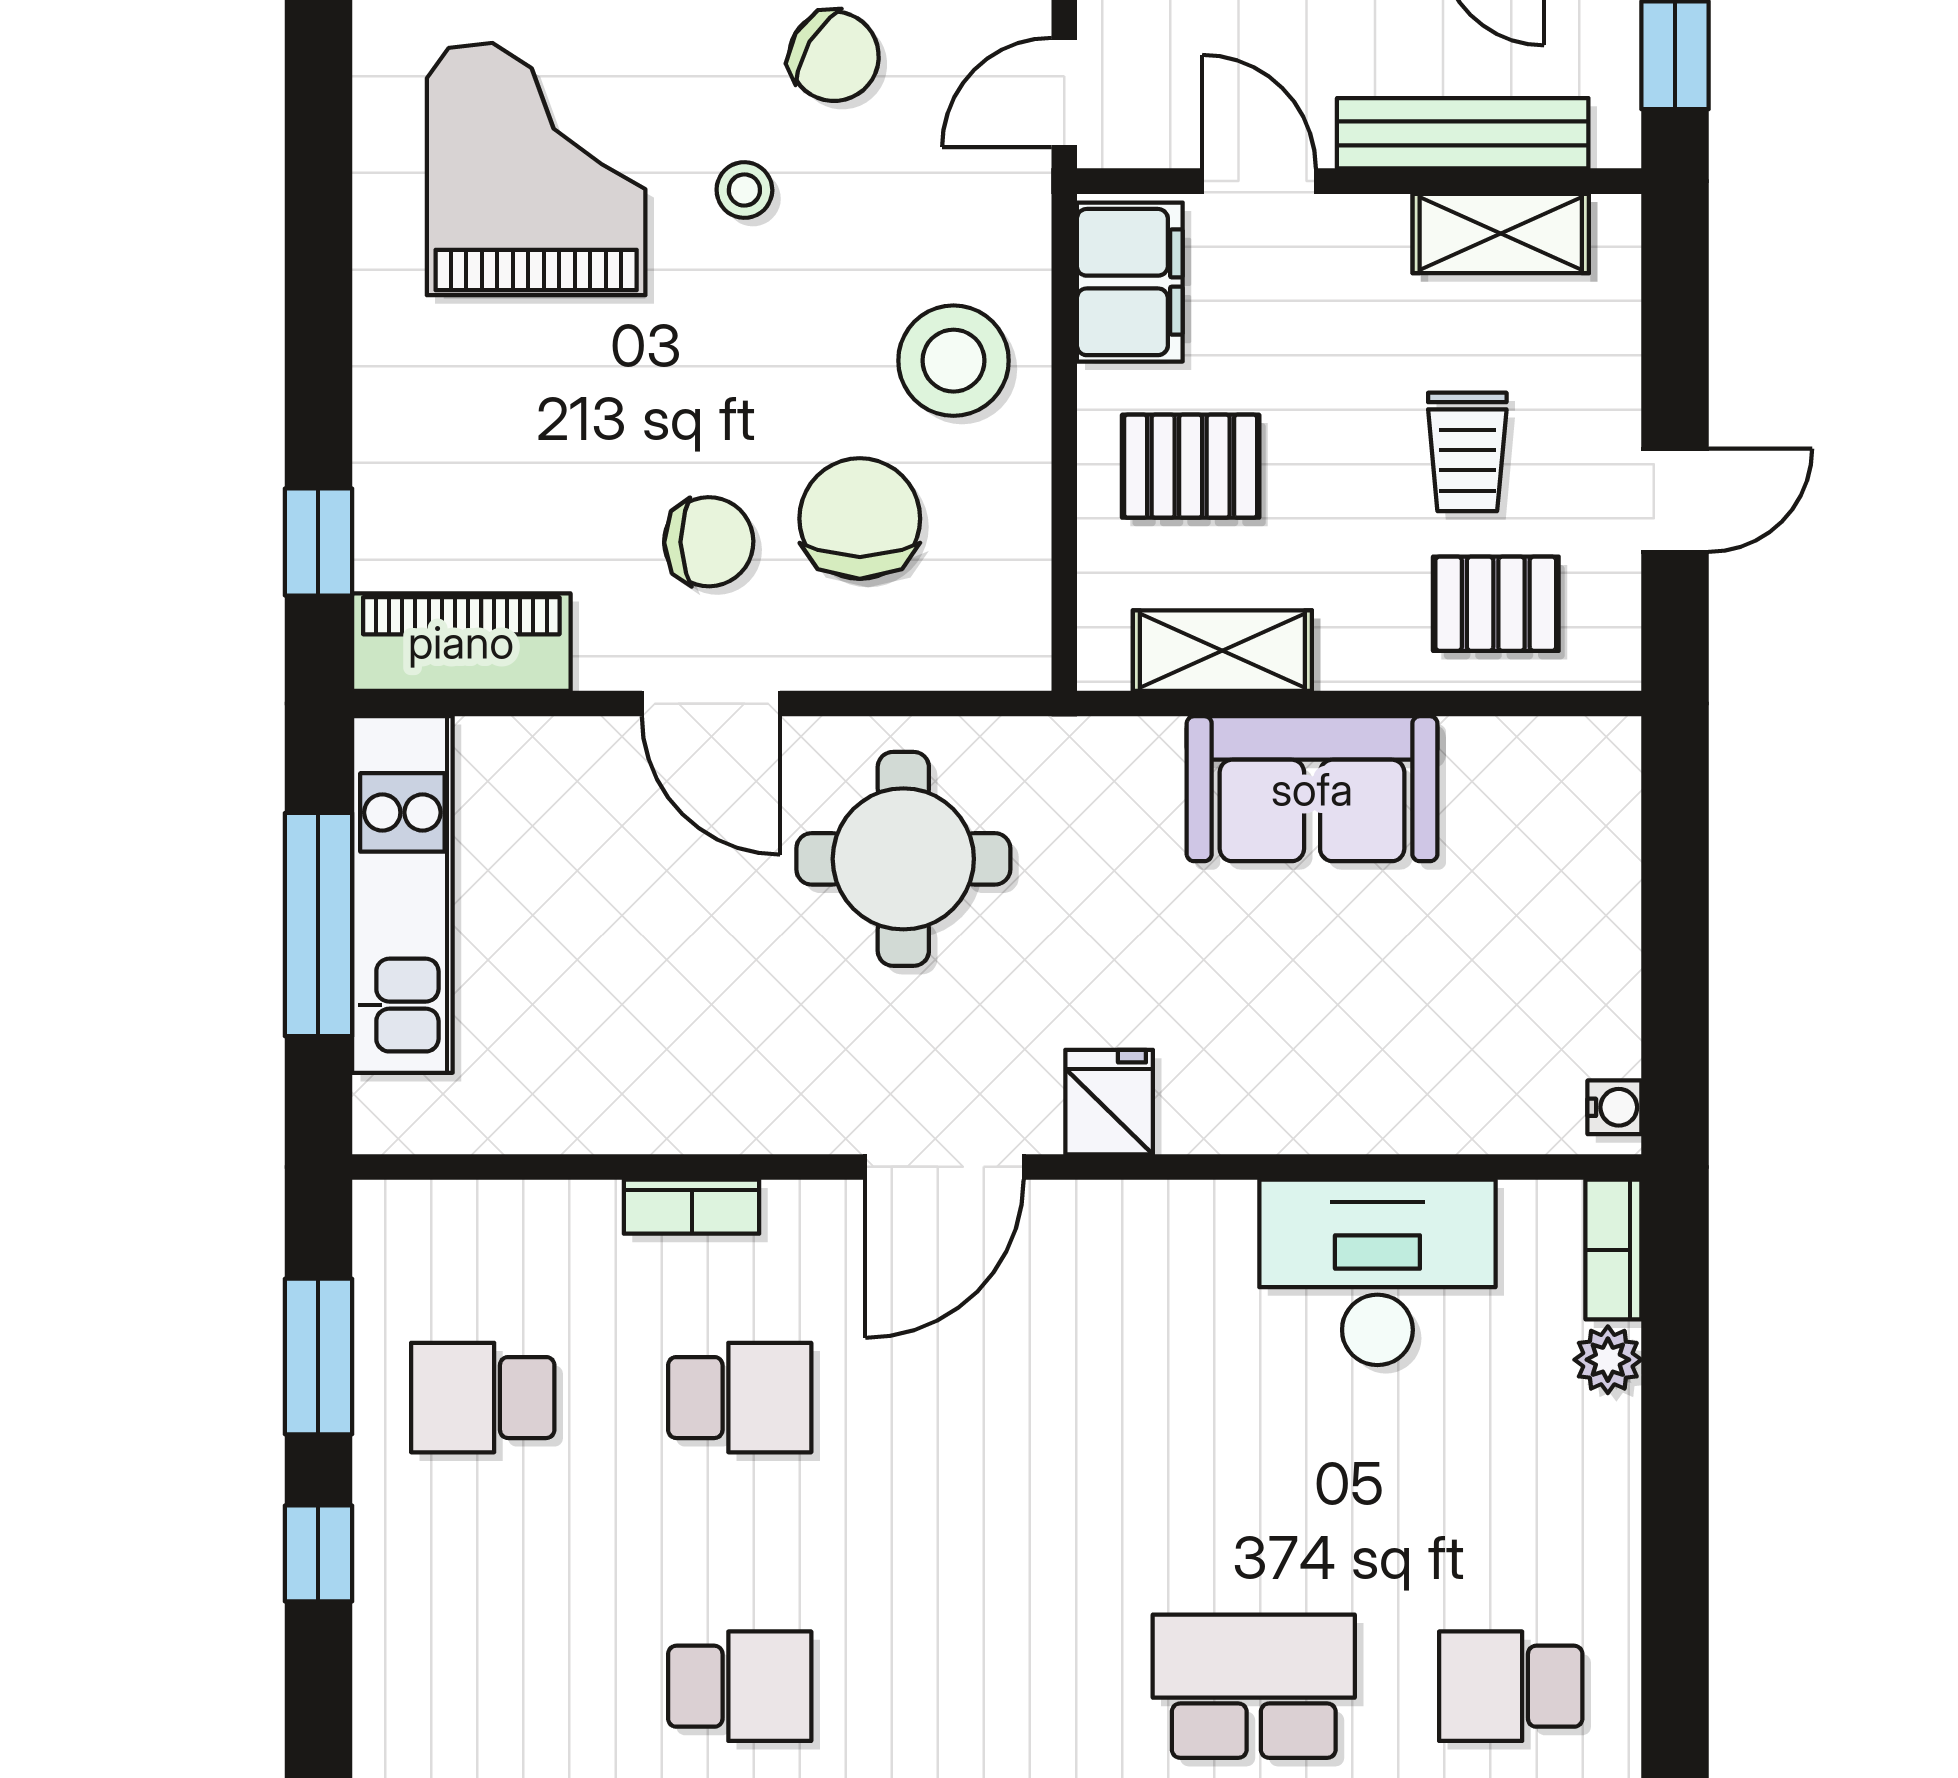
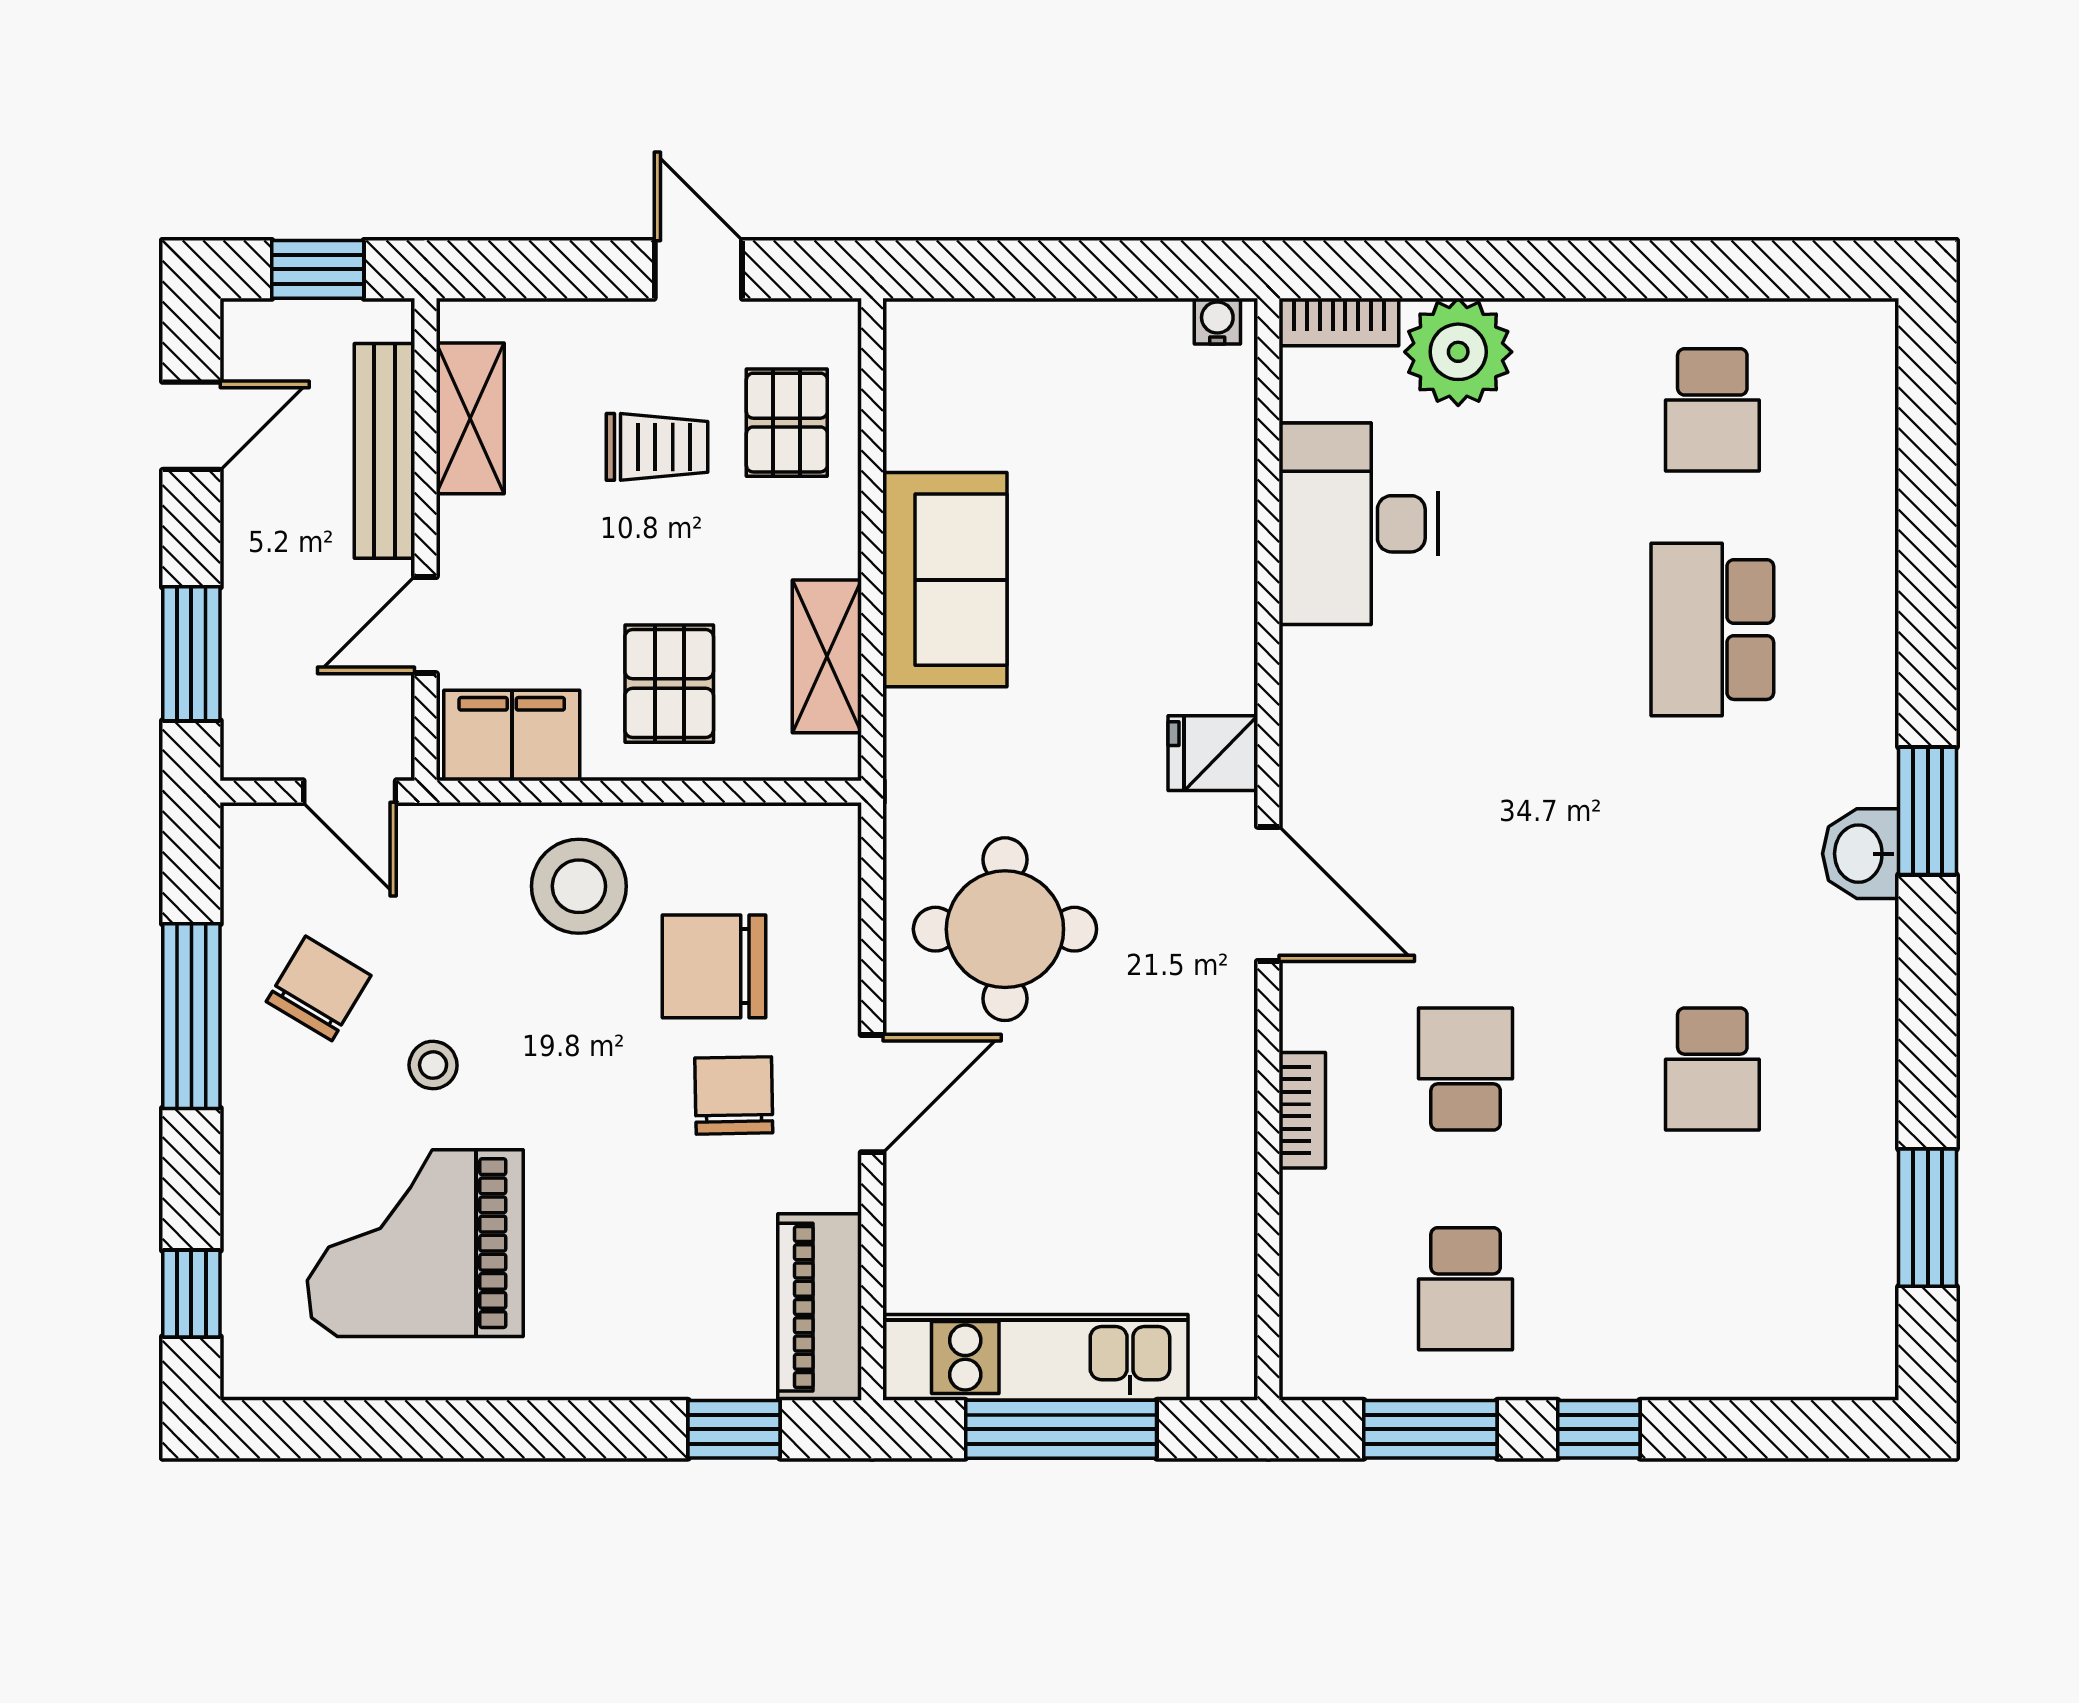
plant: (1608, 1360) -> (1458, 352), width x1.87, depth x1.87
school desk: (740, 1686) -> (1712, 1069), turned 180

